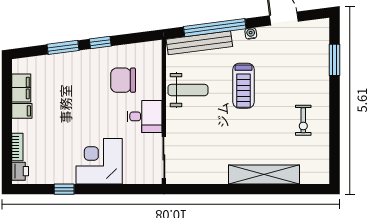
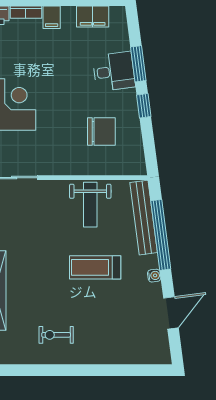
window: (334, 60) -> (124, 370), removed
chair: (123, 80) -> (101, 132), turned 90
filing cabinet: (22, 111) -> (52, 17), moved
desk: (145, 116) -> (114, 71), moved, turned -97

